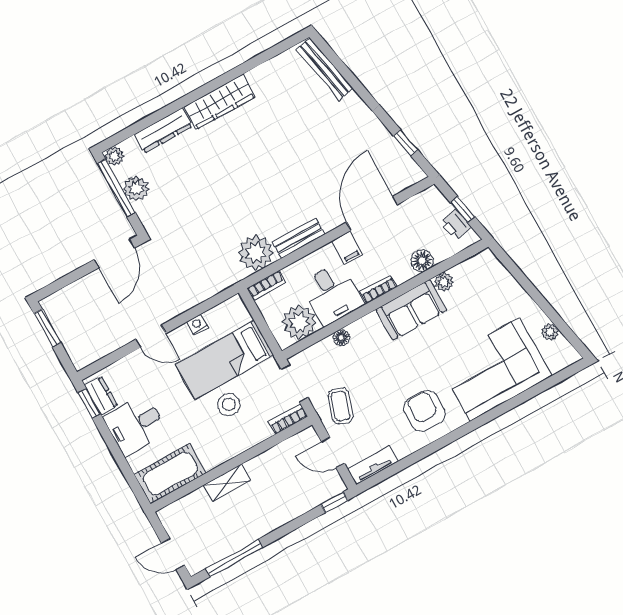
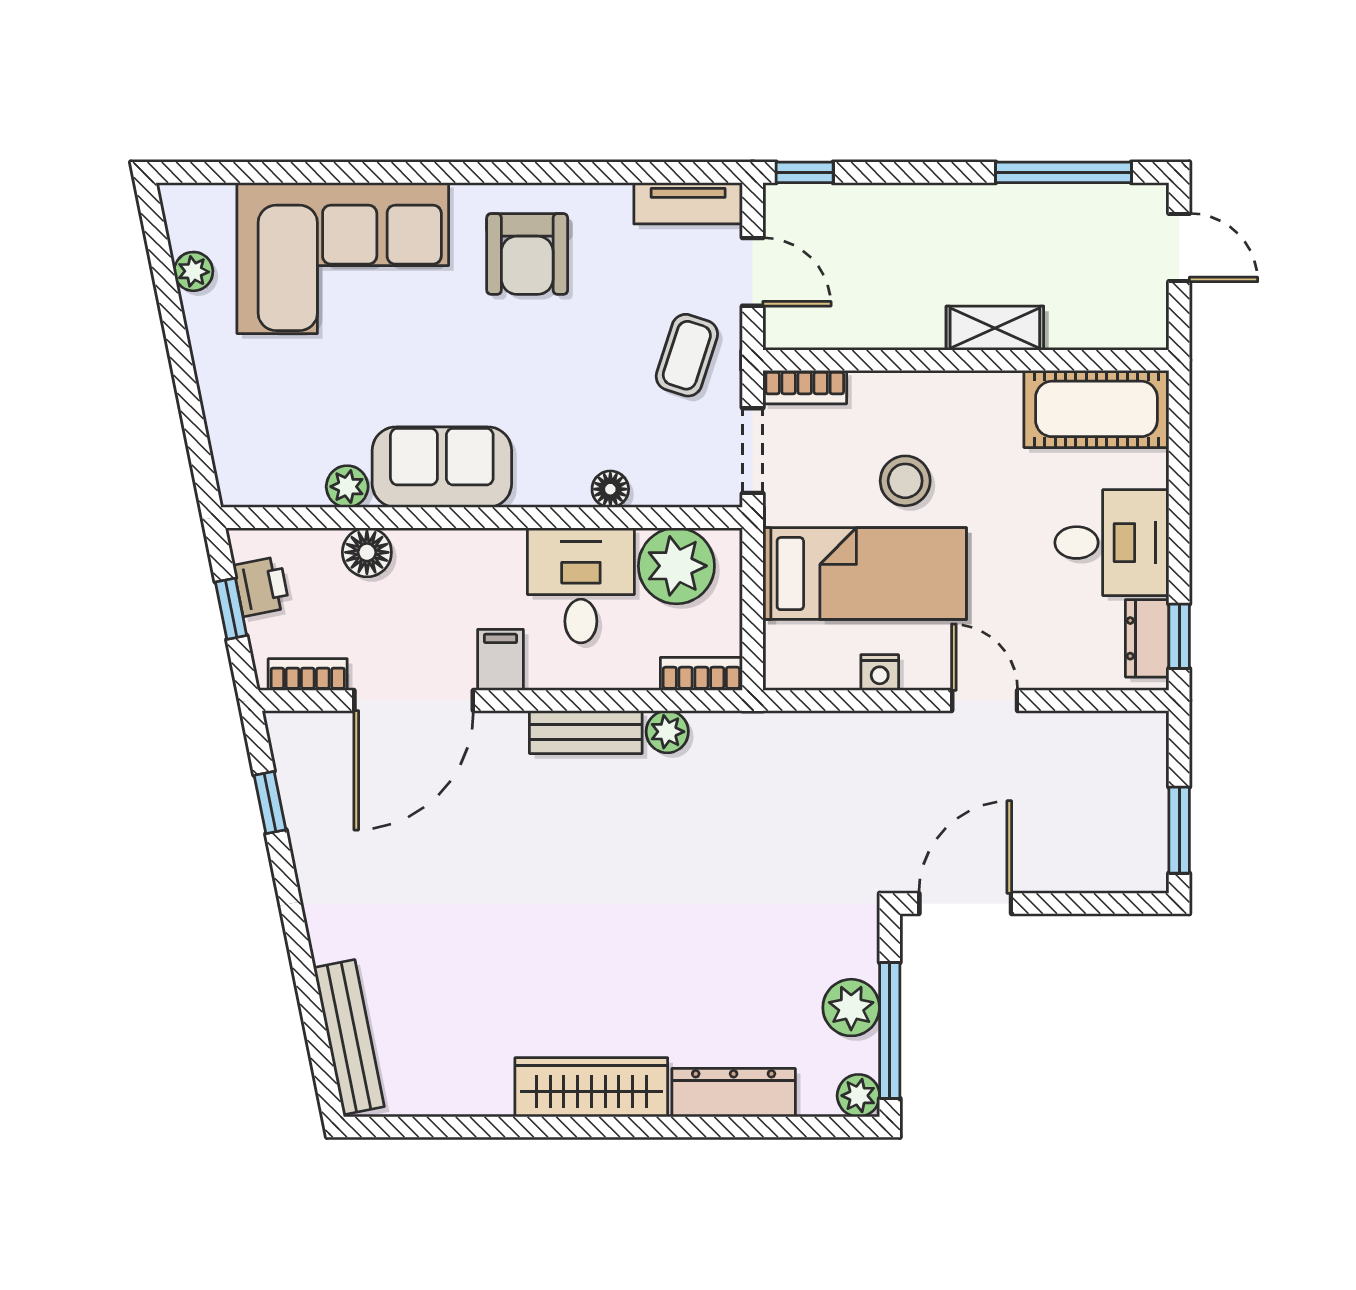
plant: (256, 253) -> (667, 732), width x0.53, depth x0.53
bookcase: (379, 289) -> (308, 674), moved, turned 180

